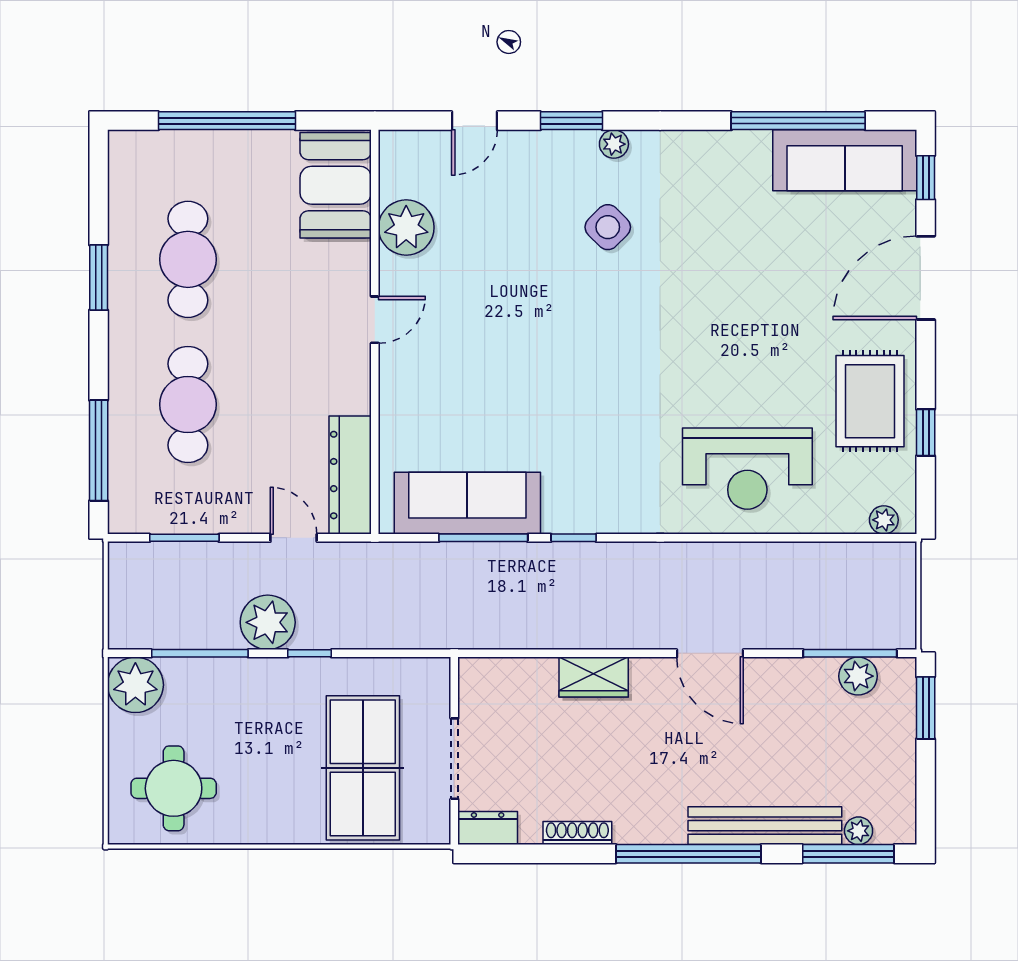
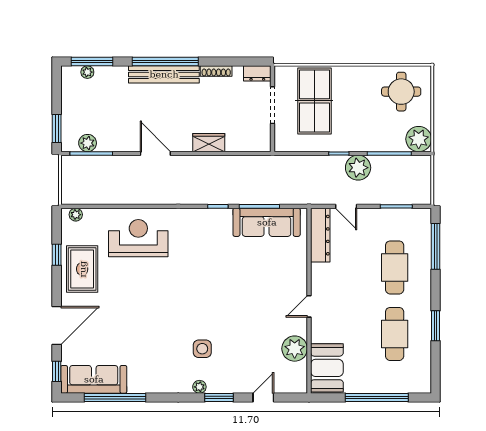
side table: (608, 227) -> (202, 349), turned 45
bench: (765, 826) -> (164, 74), moved

